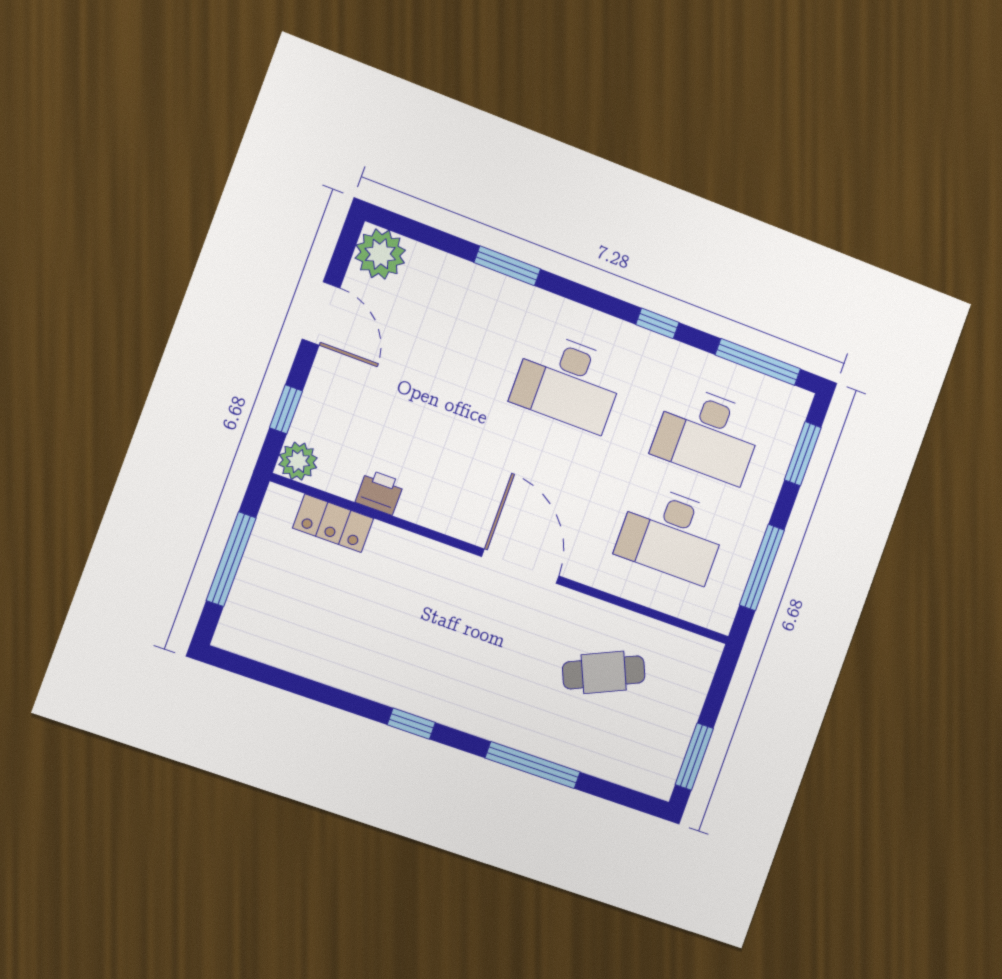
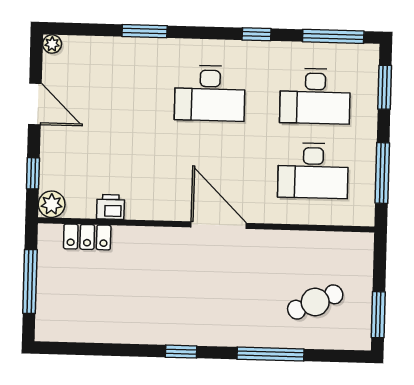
plant: (380, 254) -> (52, 44), width x0.53, depth x0.53
cafe table: (604, 672) -> (315, 302), moved

